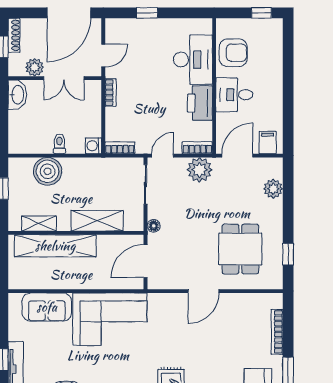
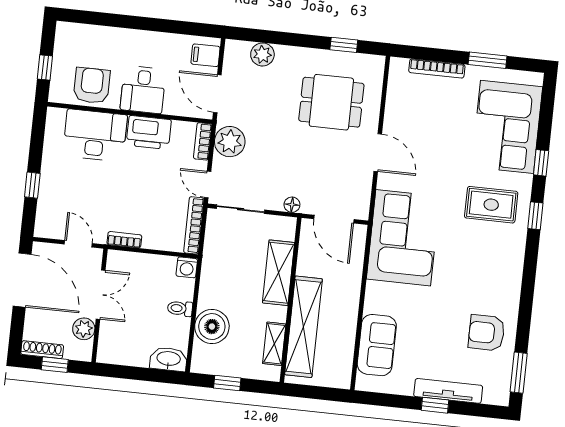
window: (261, 13) -> (45, 68), moved
washbasin: (17, 95) -> (169, 359), moved
bookcase: (120, 148) -> (194, 225), width x1.56
corner sofa: (110, 319) -> (403, 238), moved

